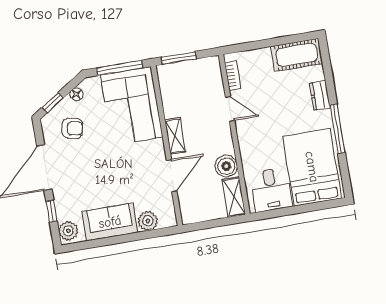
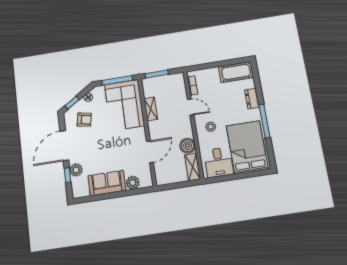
shelving: (175, 136) -> (151, 109), moved
stool: (260, 138) -> (211, 127), added
plant: (68, 231) -> (76, 170), moved

